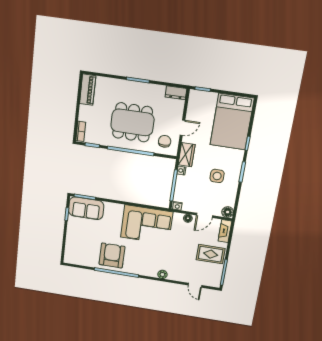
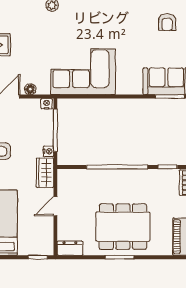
dining table: (132, 122) -> (123, 227), moved
chair: (165, 141) -> (75, 186), removed
armchair: (112, 255) -> (167, 22), moved, width x0.53, depth x0.53

